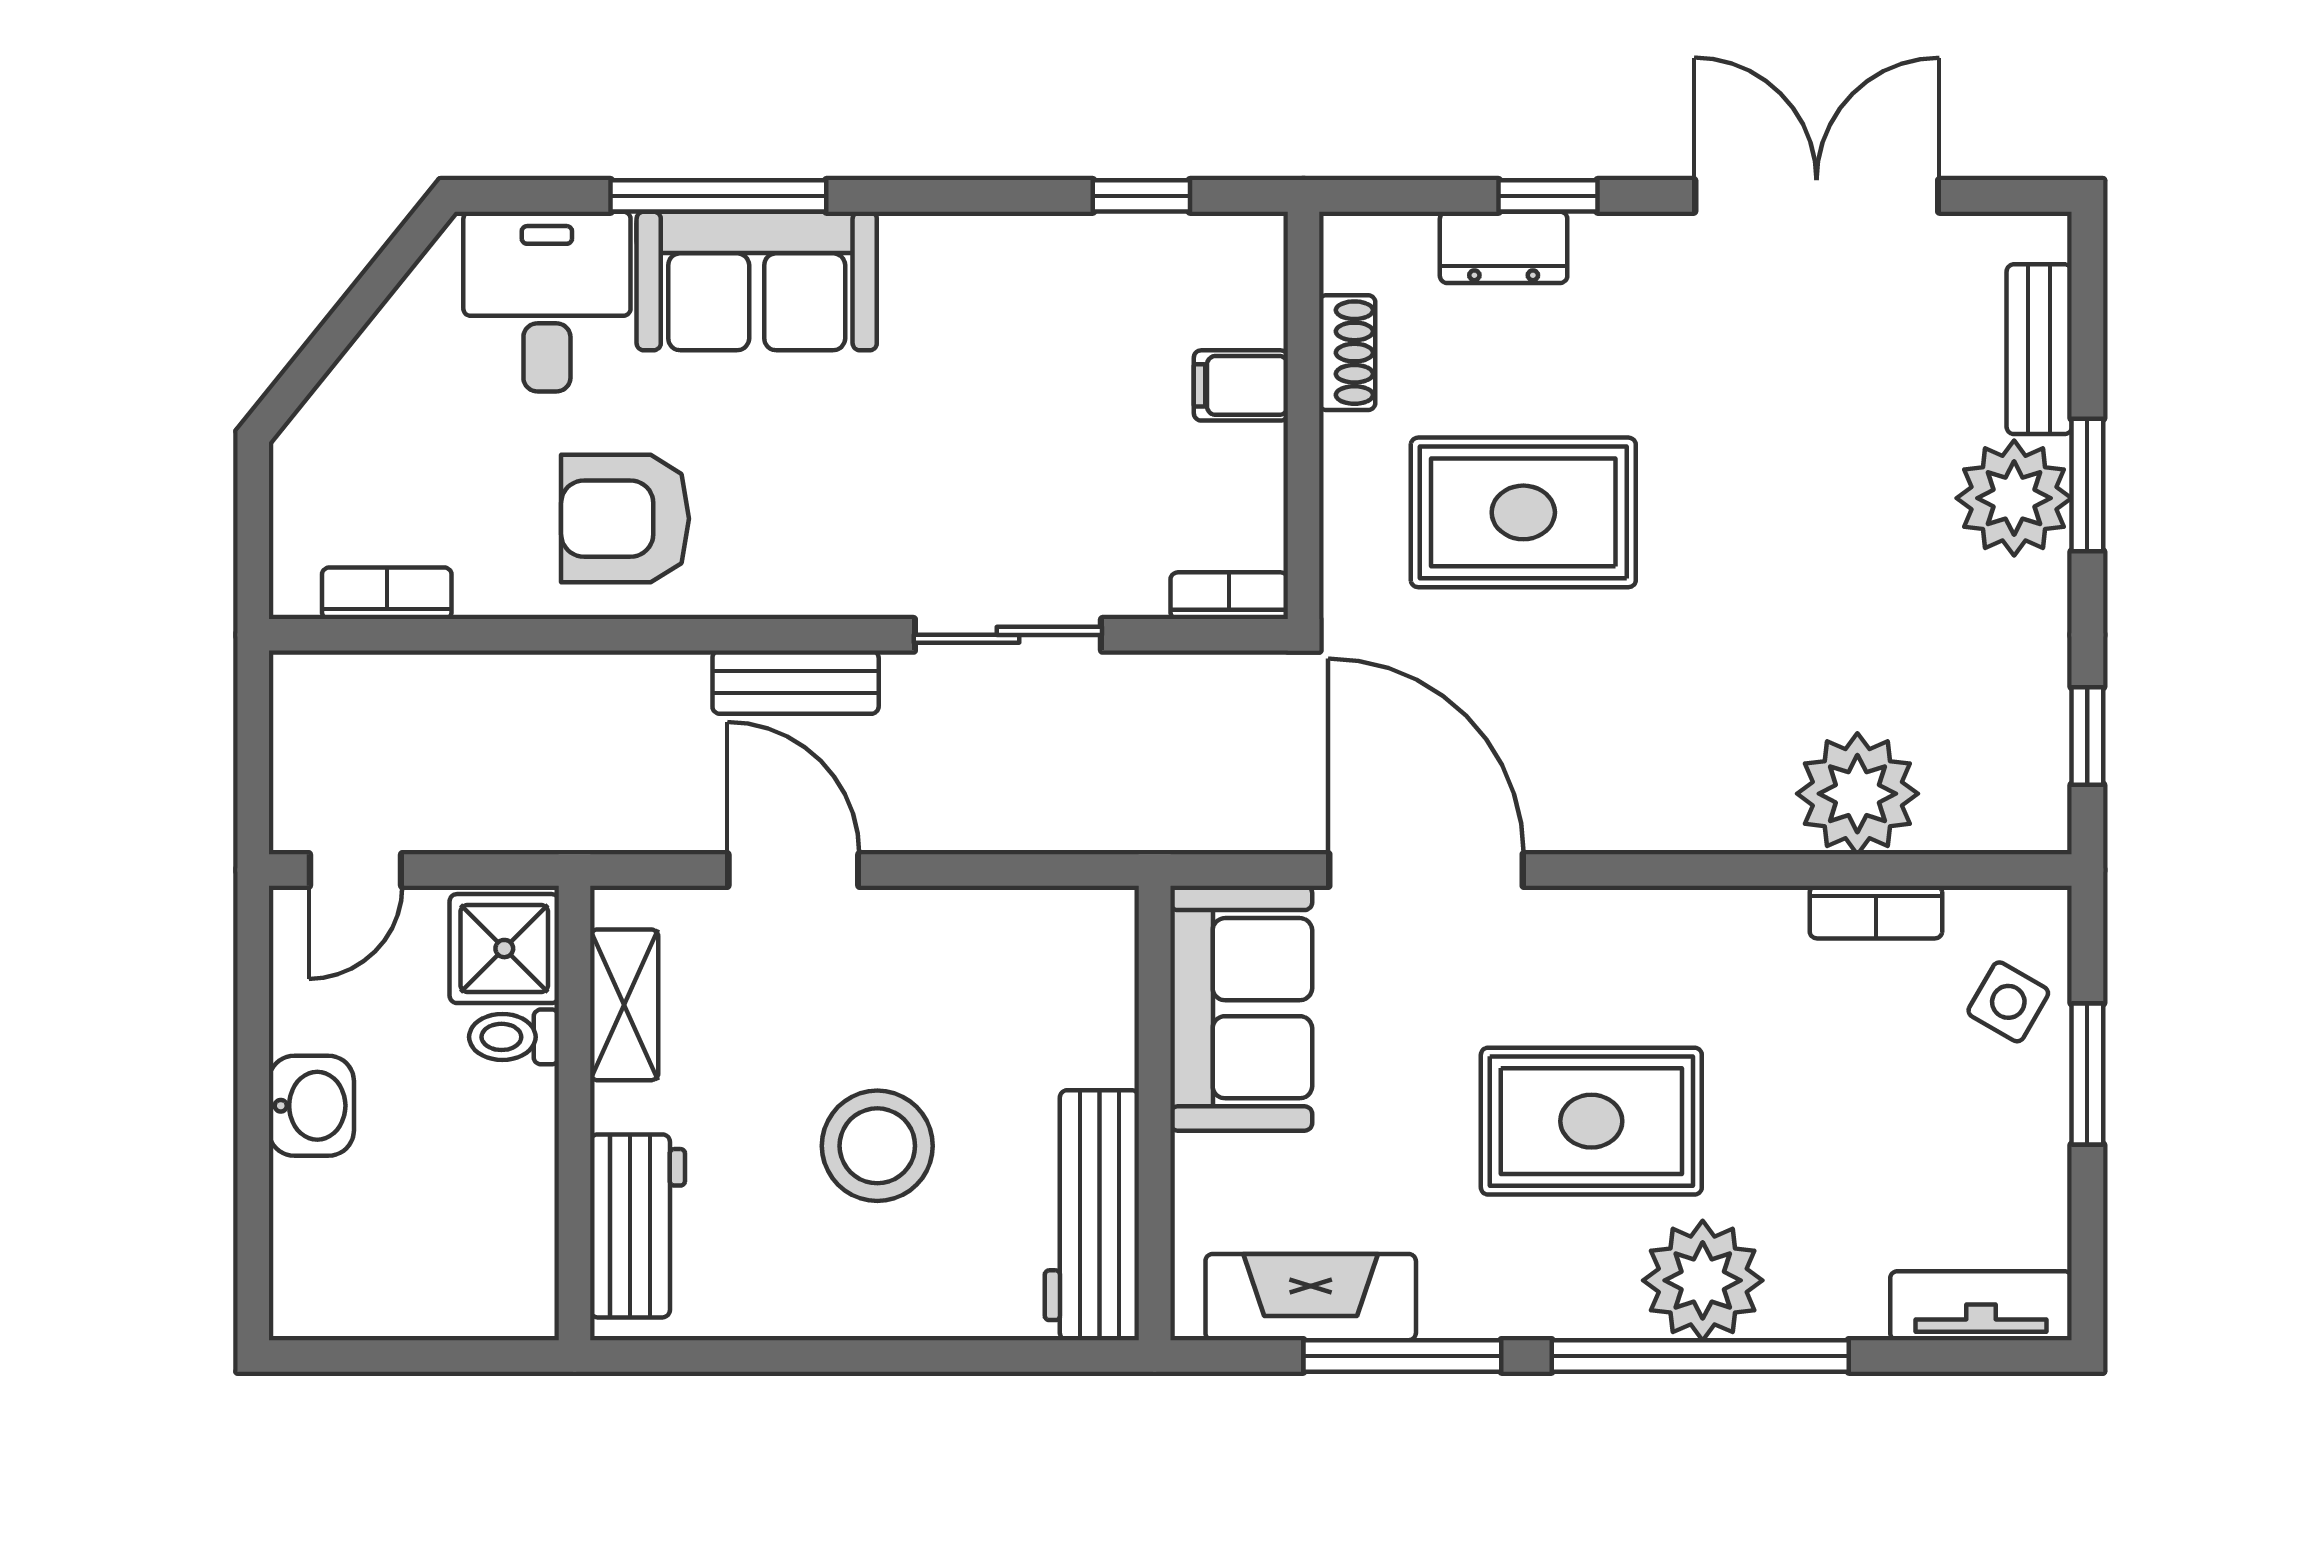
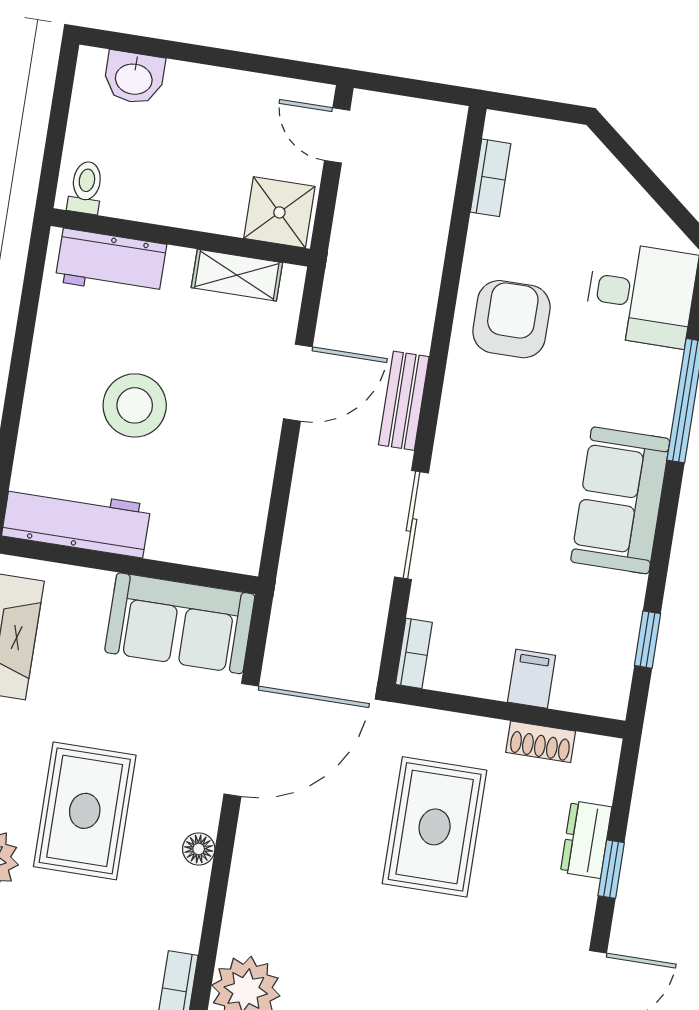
sofa: (757, 281) -> (620, 500), moved
floor lamp: (1626, 914) -> (199, 849), added
toilet: (514, 1037) -> (86, 187), moved
washbasin: (311, 1106) -> (134, 78), moved

